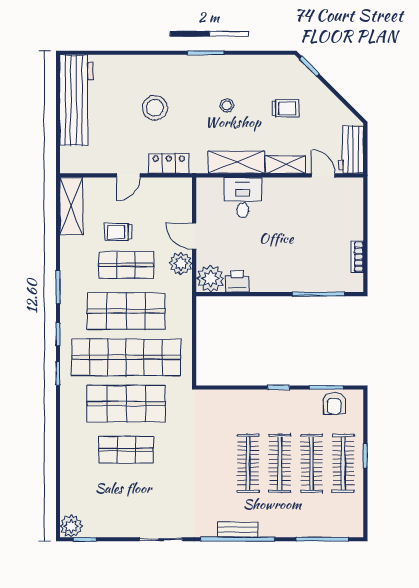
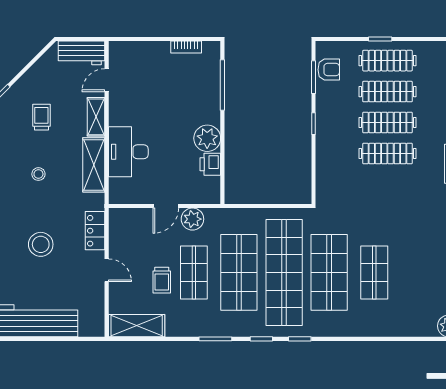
desk: (243, 198) -> (128, 152), width x1.37
plant: (210, 279) -> (207, 138), moved

